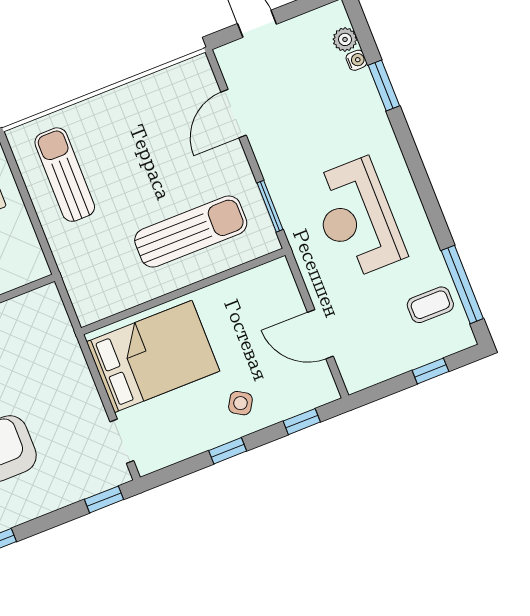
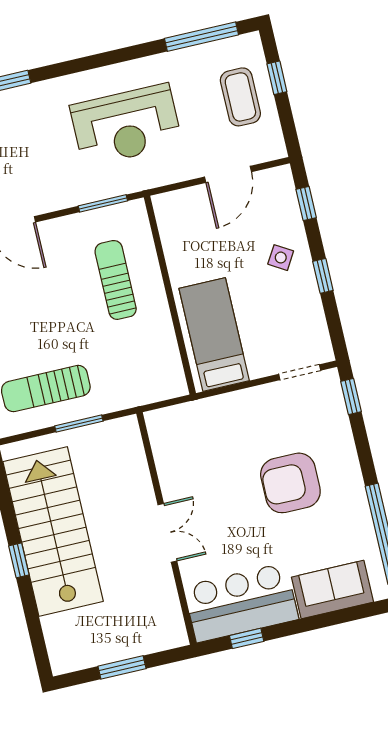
window: (33, 215) -> (79, 424), added
sun lounger: (191, 232) -> (116, 280), width x0.73, depth x0.75
coffee table: (430, 305) -> (240, 97), moved, width x1.36, depth x1.30
bed: (153, 356) -> (214, 335), width x0.67

